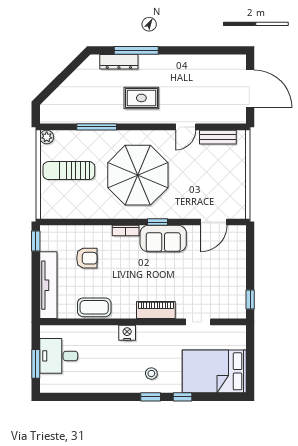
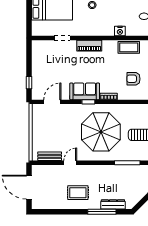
rug: (141, 98) -> (78, 193), moved
window: (250, 300) -> (29, 83), moved
nightstand: (127, 333) -> (120, 31), moved

